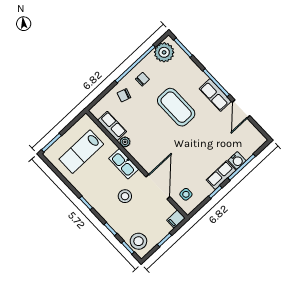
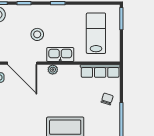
chair: (142, 79) -> (106, 122), removed
row of seats: (112, 126) -> (100, 71), width x1.48
plant: (125, 142) -> (53, 70), moved

